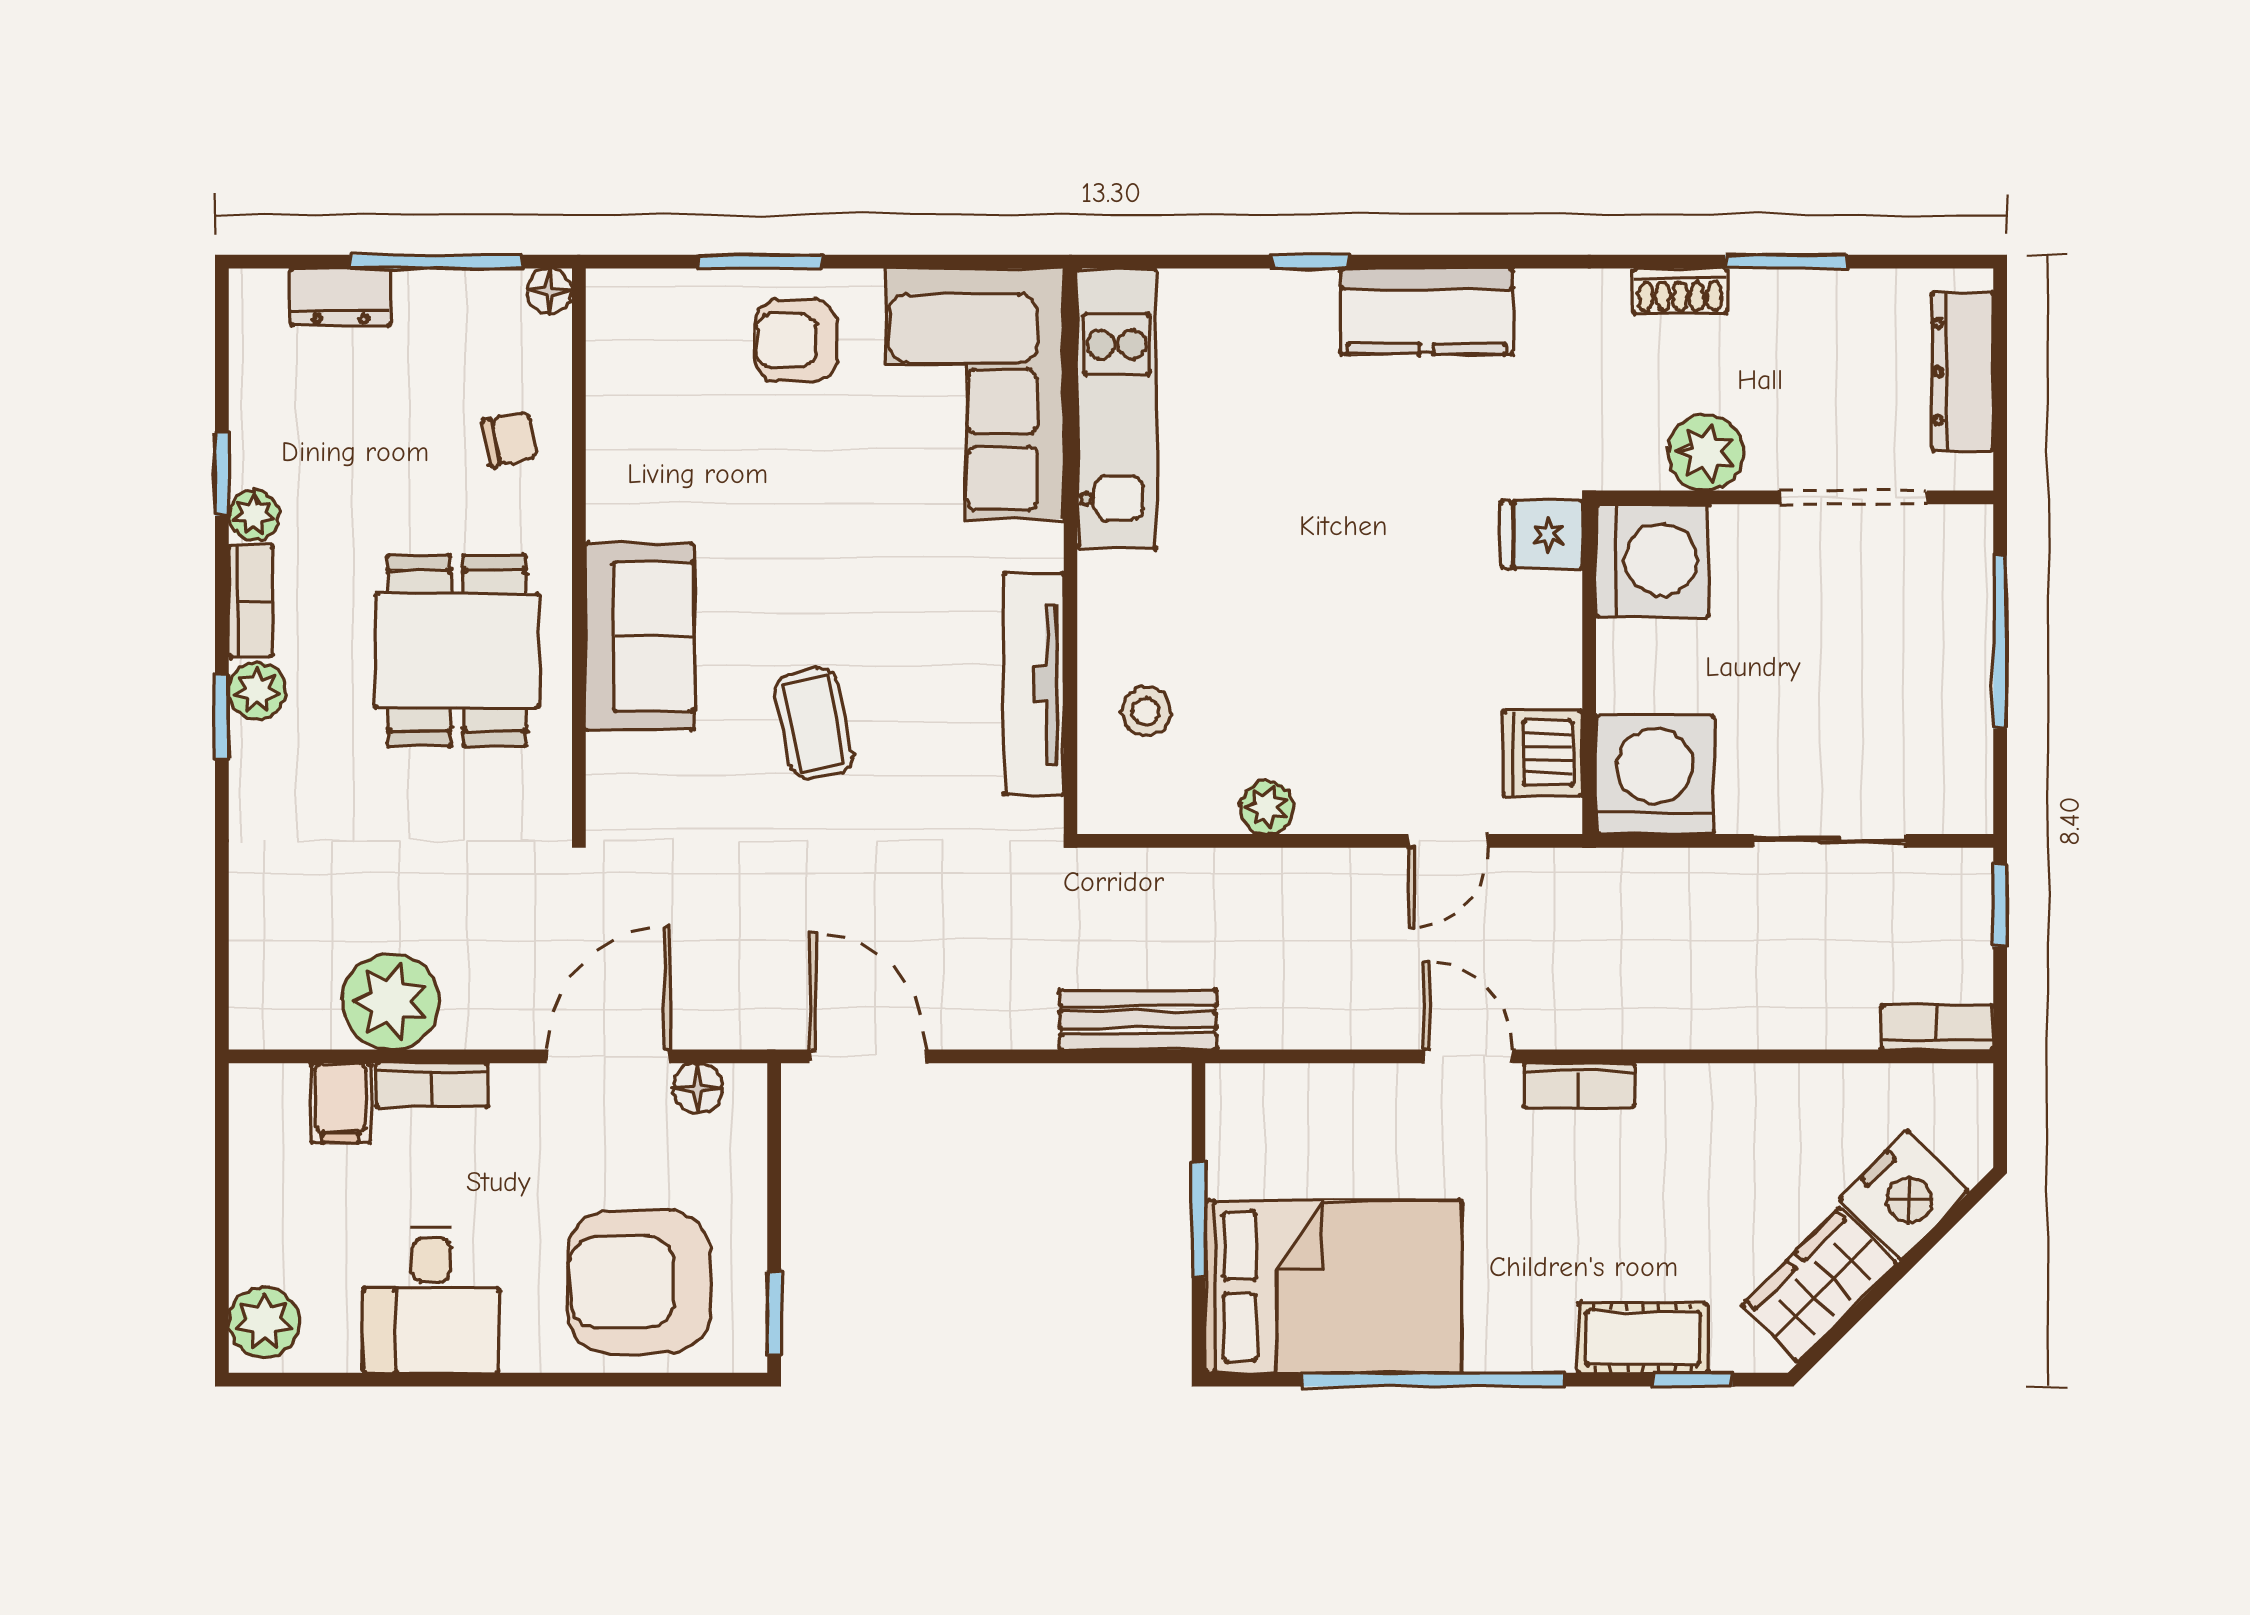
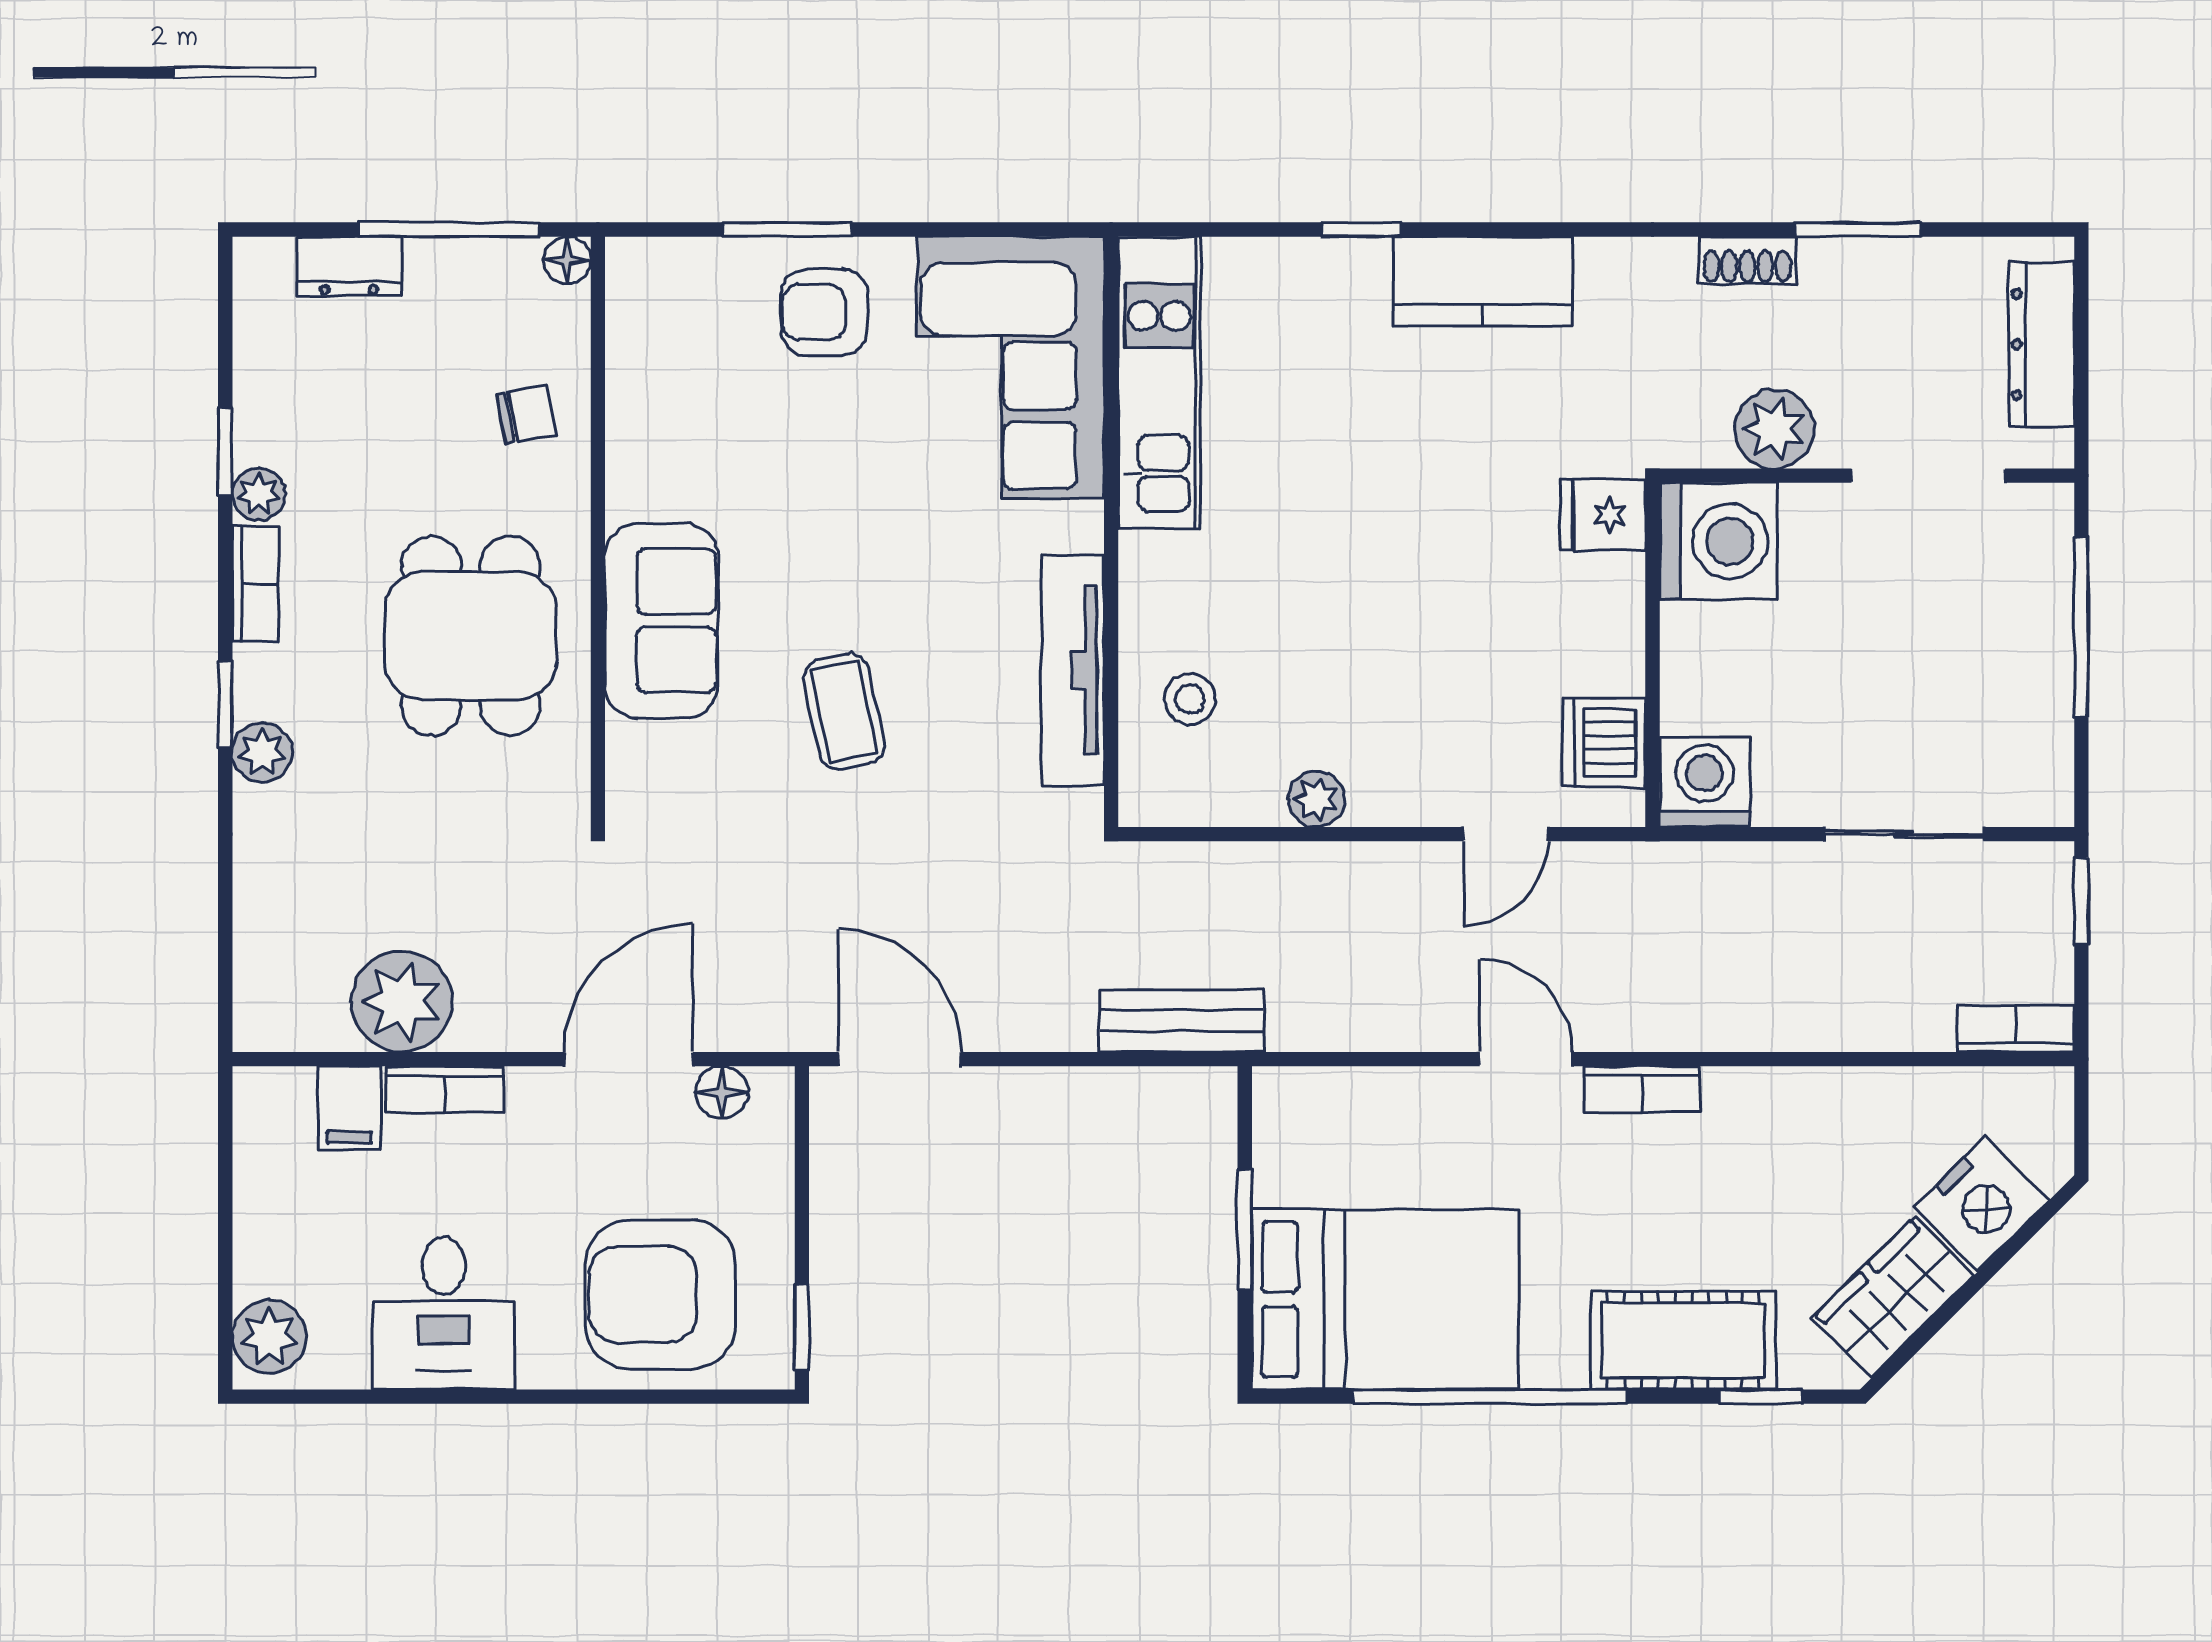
plant: (257, 691) -> (262, 752), moved
washing machine: (1655, 775) -> (1704, 782), width x0.73, depth x0.73
cot: (1643, 1338) -> (1683, 1340), width x1.37, depth x1.34

